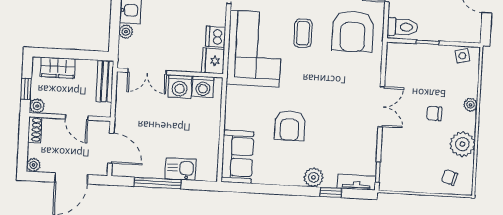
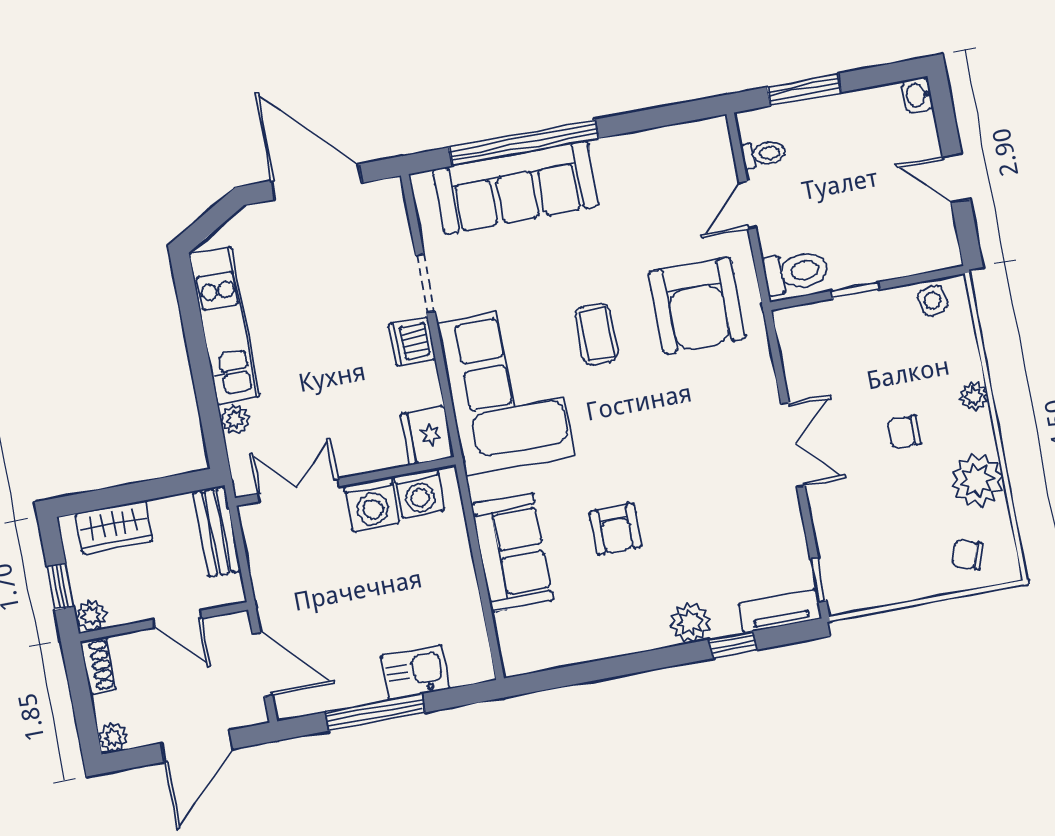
dishwasher: (216, 37) -> (412, 342), moved
double door: (147, 71) -> (298, 490), swing flipped
armchair: (290, 126) -> (616, 529), width x0.72, depth x0.72
sofa: (237, 157) -> (512, 553), moved

